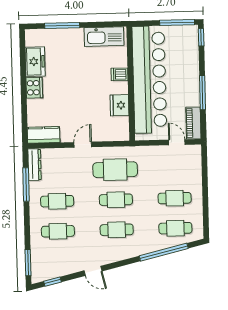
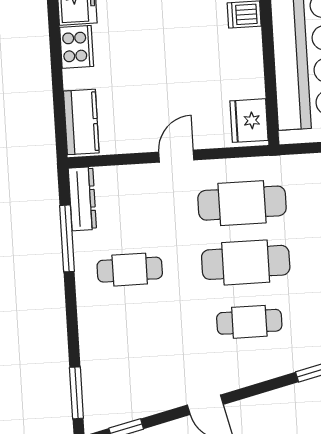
fridge: (119, 105) -> (249, 121), moved
kitchen counter: (44, 135) -> (81, 122), moved, turned 90
cafe table: (116, 200) -> (246, 262), width x1.37, depth x1.35
cafe table: (58, 231) -> (133, 329), removed

